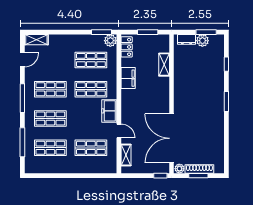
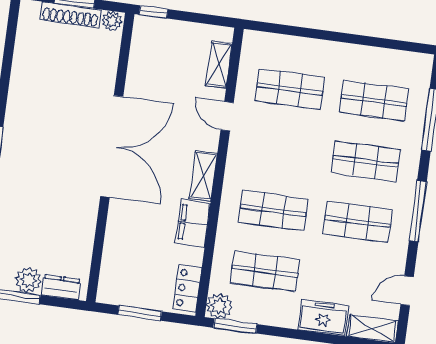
shelving: (164, 65) -> (203, 176), moved
freezer: (109, 111) -> (323, 318), moved, turned -90
double door: (172, 138) -> (112, 146), moved

